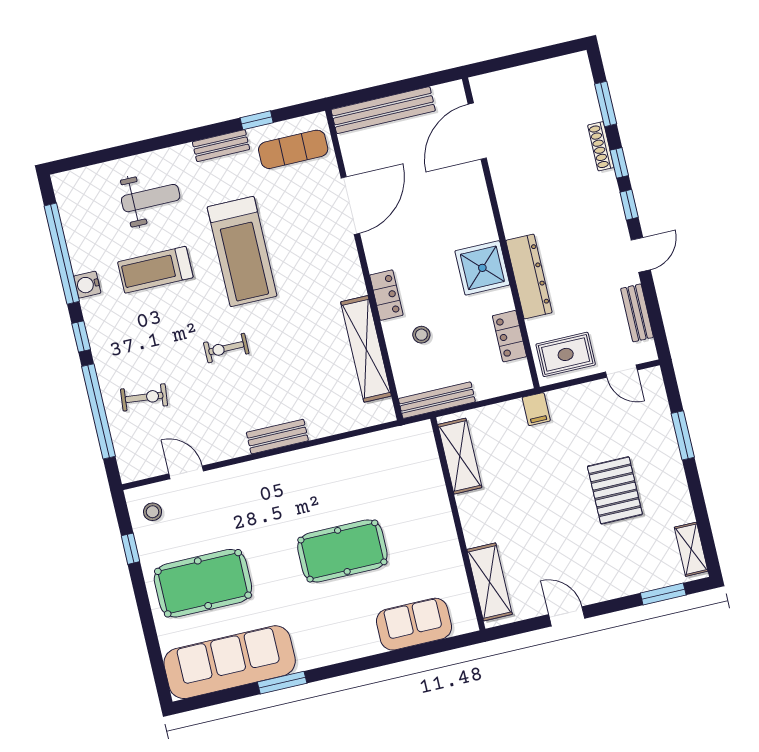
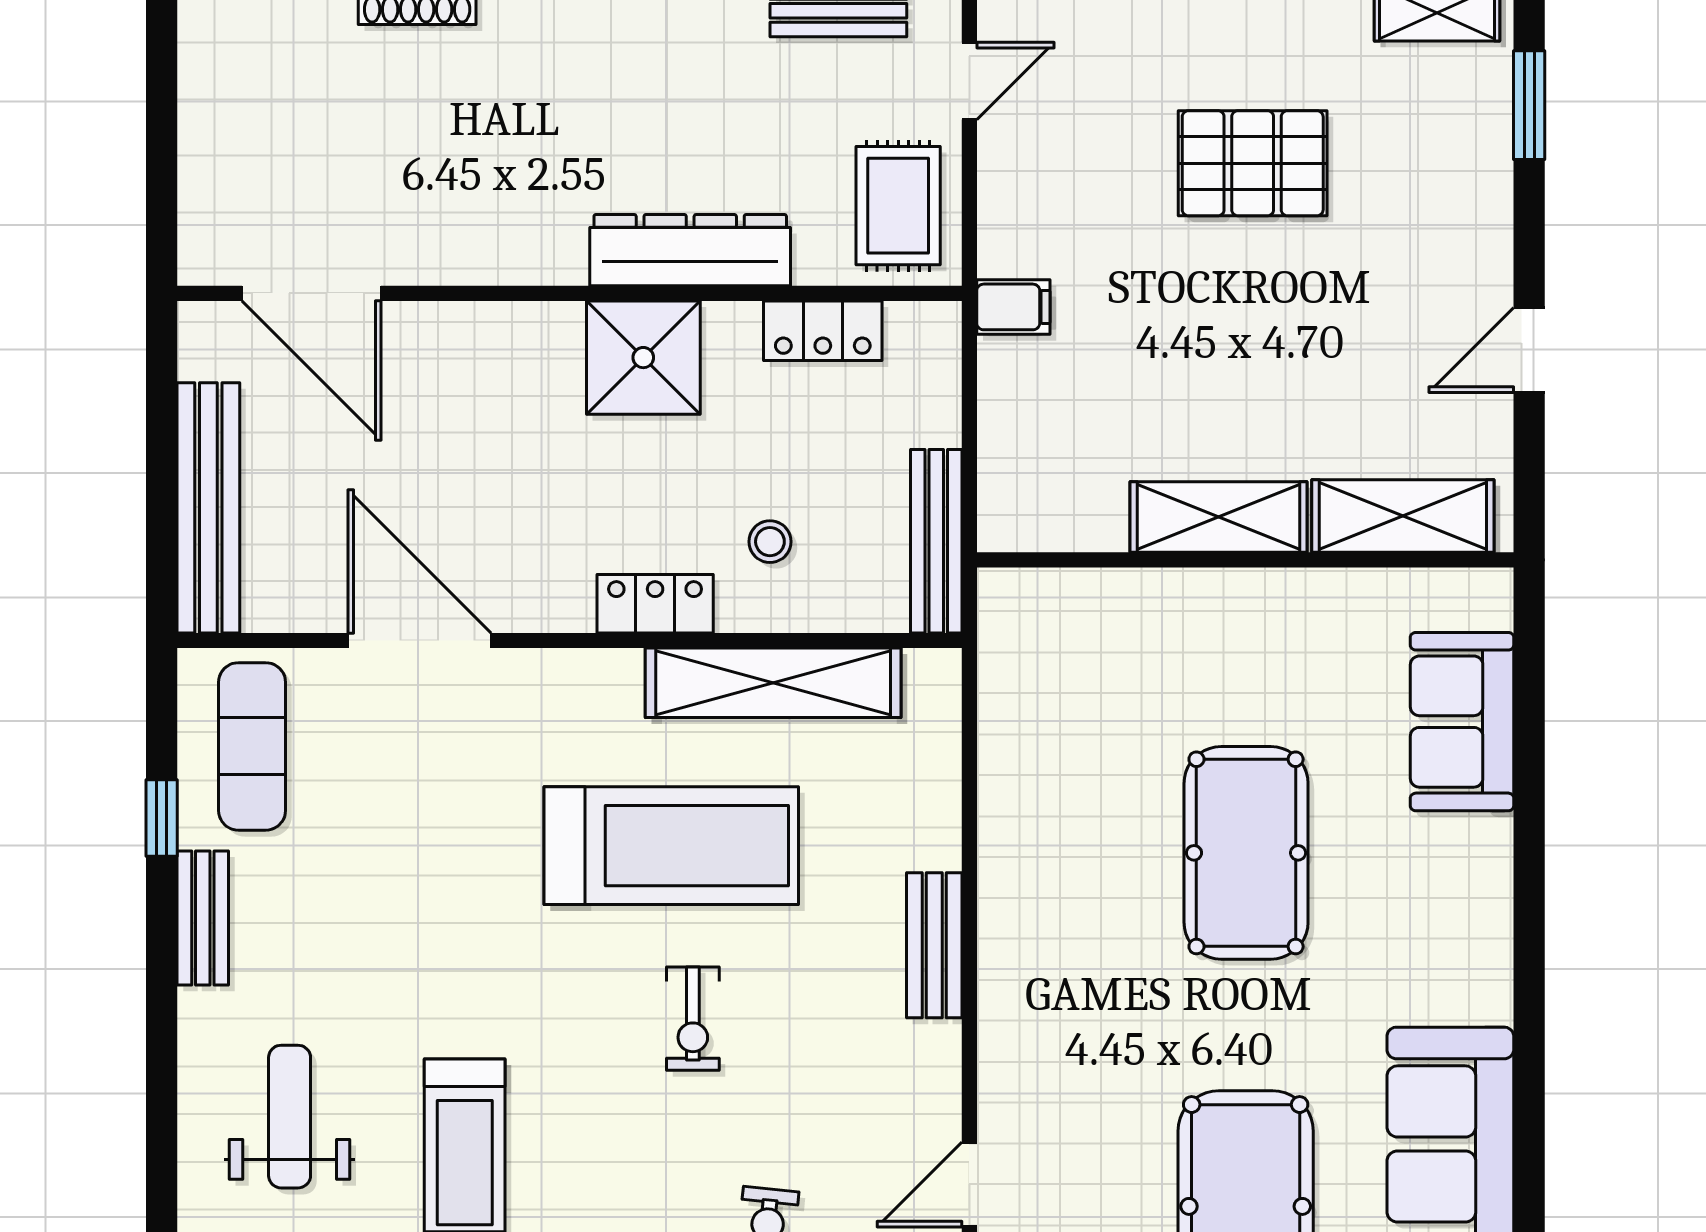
treadmill: (242, 252) -> (671, 846), moved
shelving: (460, 456) -> (1219, 517), moved
window: (282, 683) -> (1529, 1071), removed

